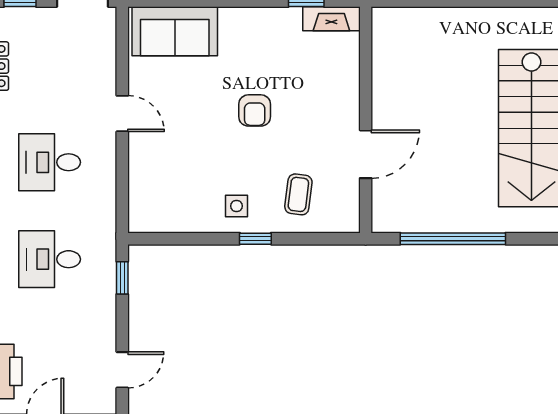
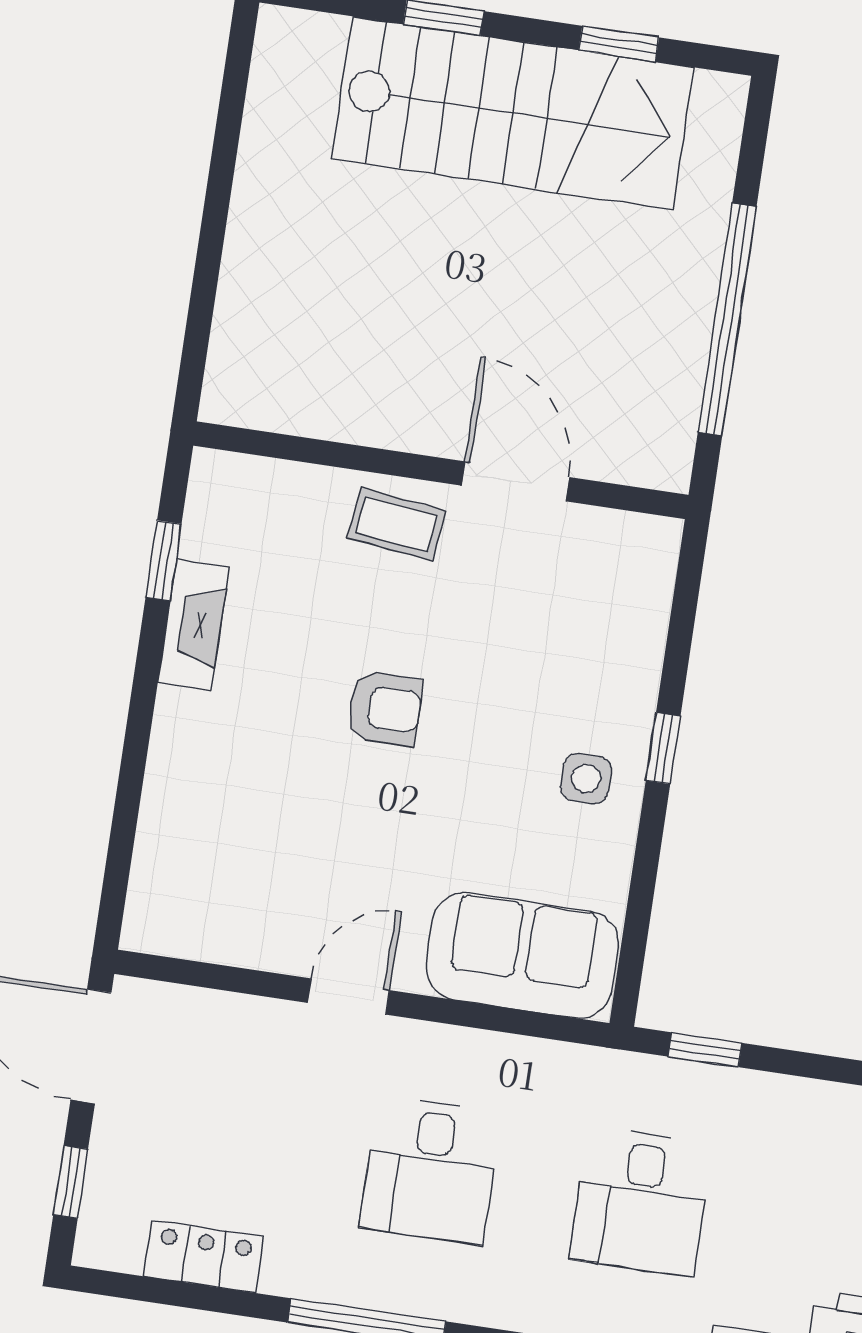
fireplace: (331, 19) -> (193, 625), moved
sofa: (175, 31) -> (522, 955), moved, turned -90
coffee table: (298, 194) -> (397, 524), moved

